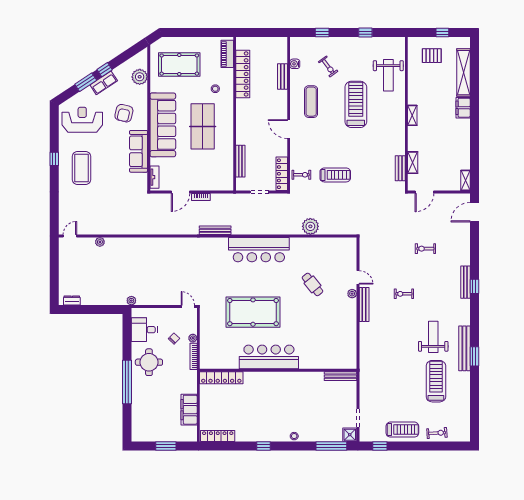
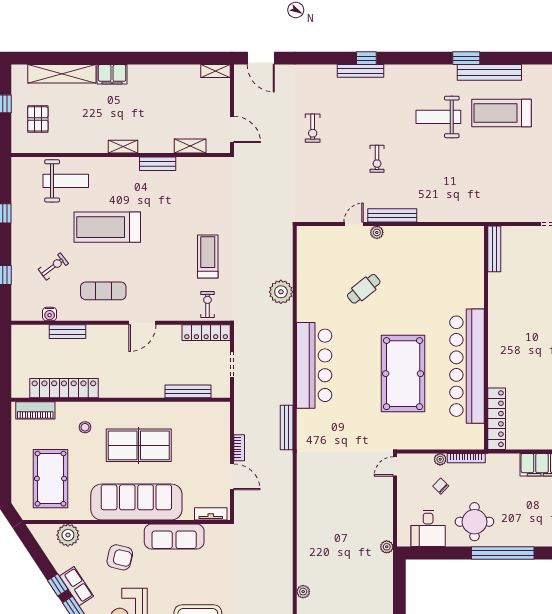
bench: (400, 168) -> (158, 164), moved
bench: (464, 348) -> (489, 72), moved
bar counter: (269, 357) -> (467, 366), width x1.36

